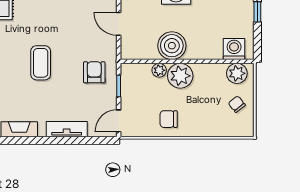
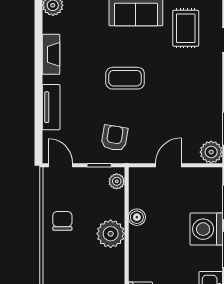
boiler: (172, 46) -> (137, 217), width x0.54, depth x0.54
plant: (159, 70) -> (117, 181), moved
armchair: (94, 72) -> (114, 138), turned -81

